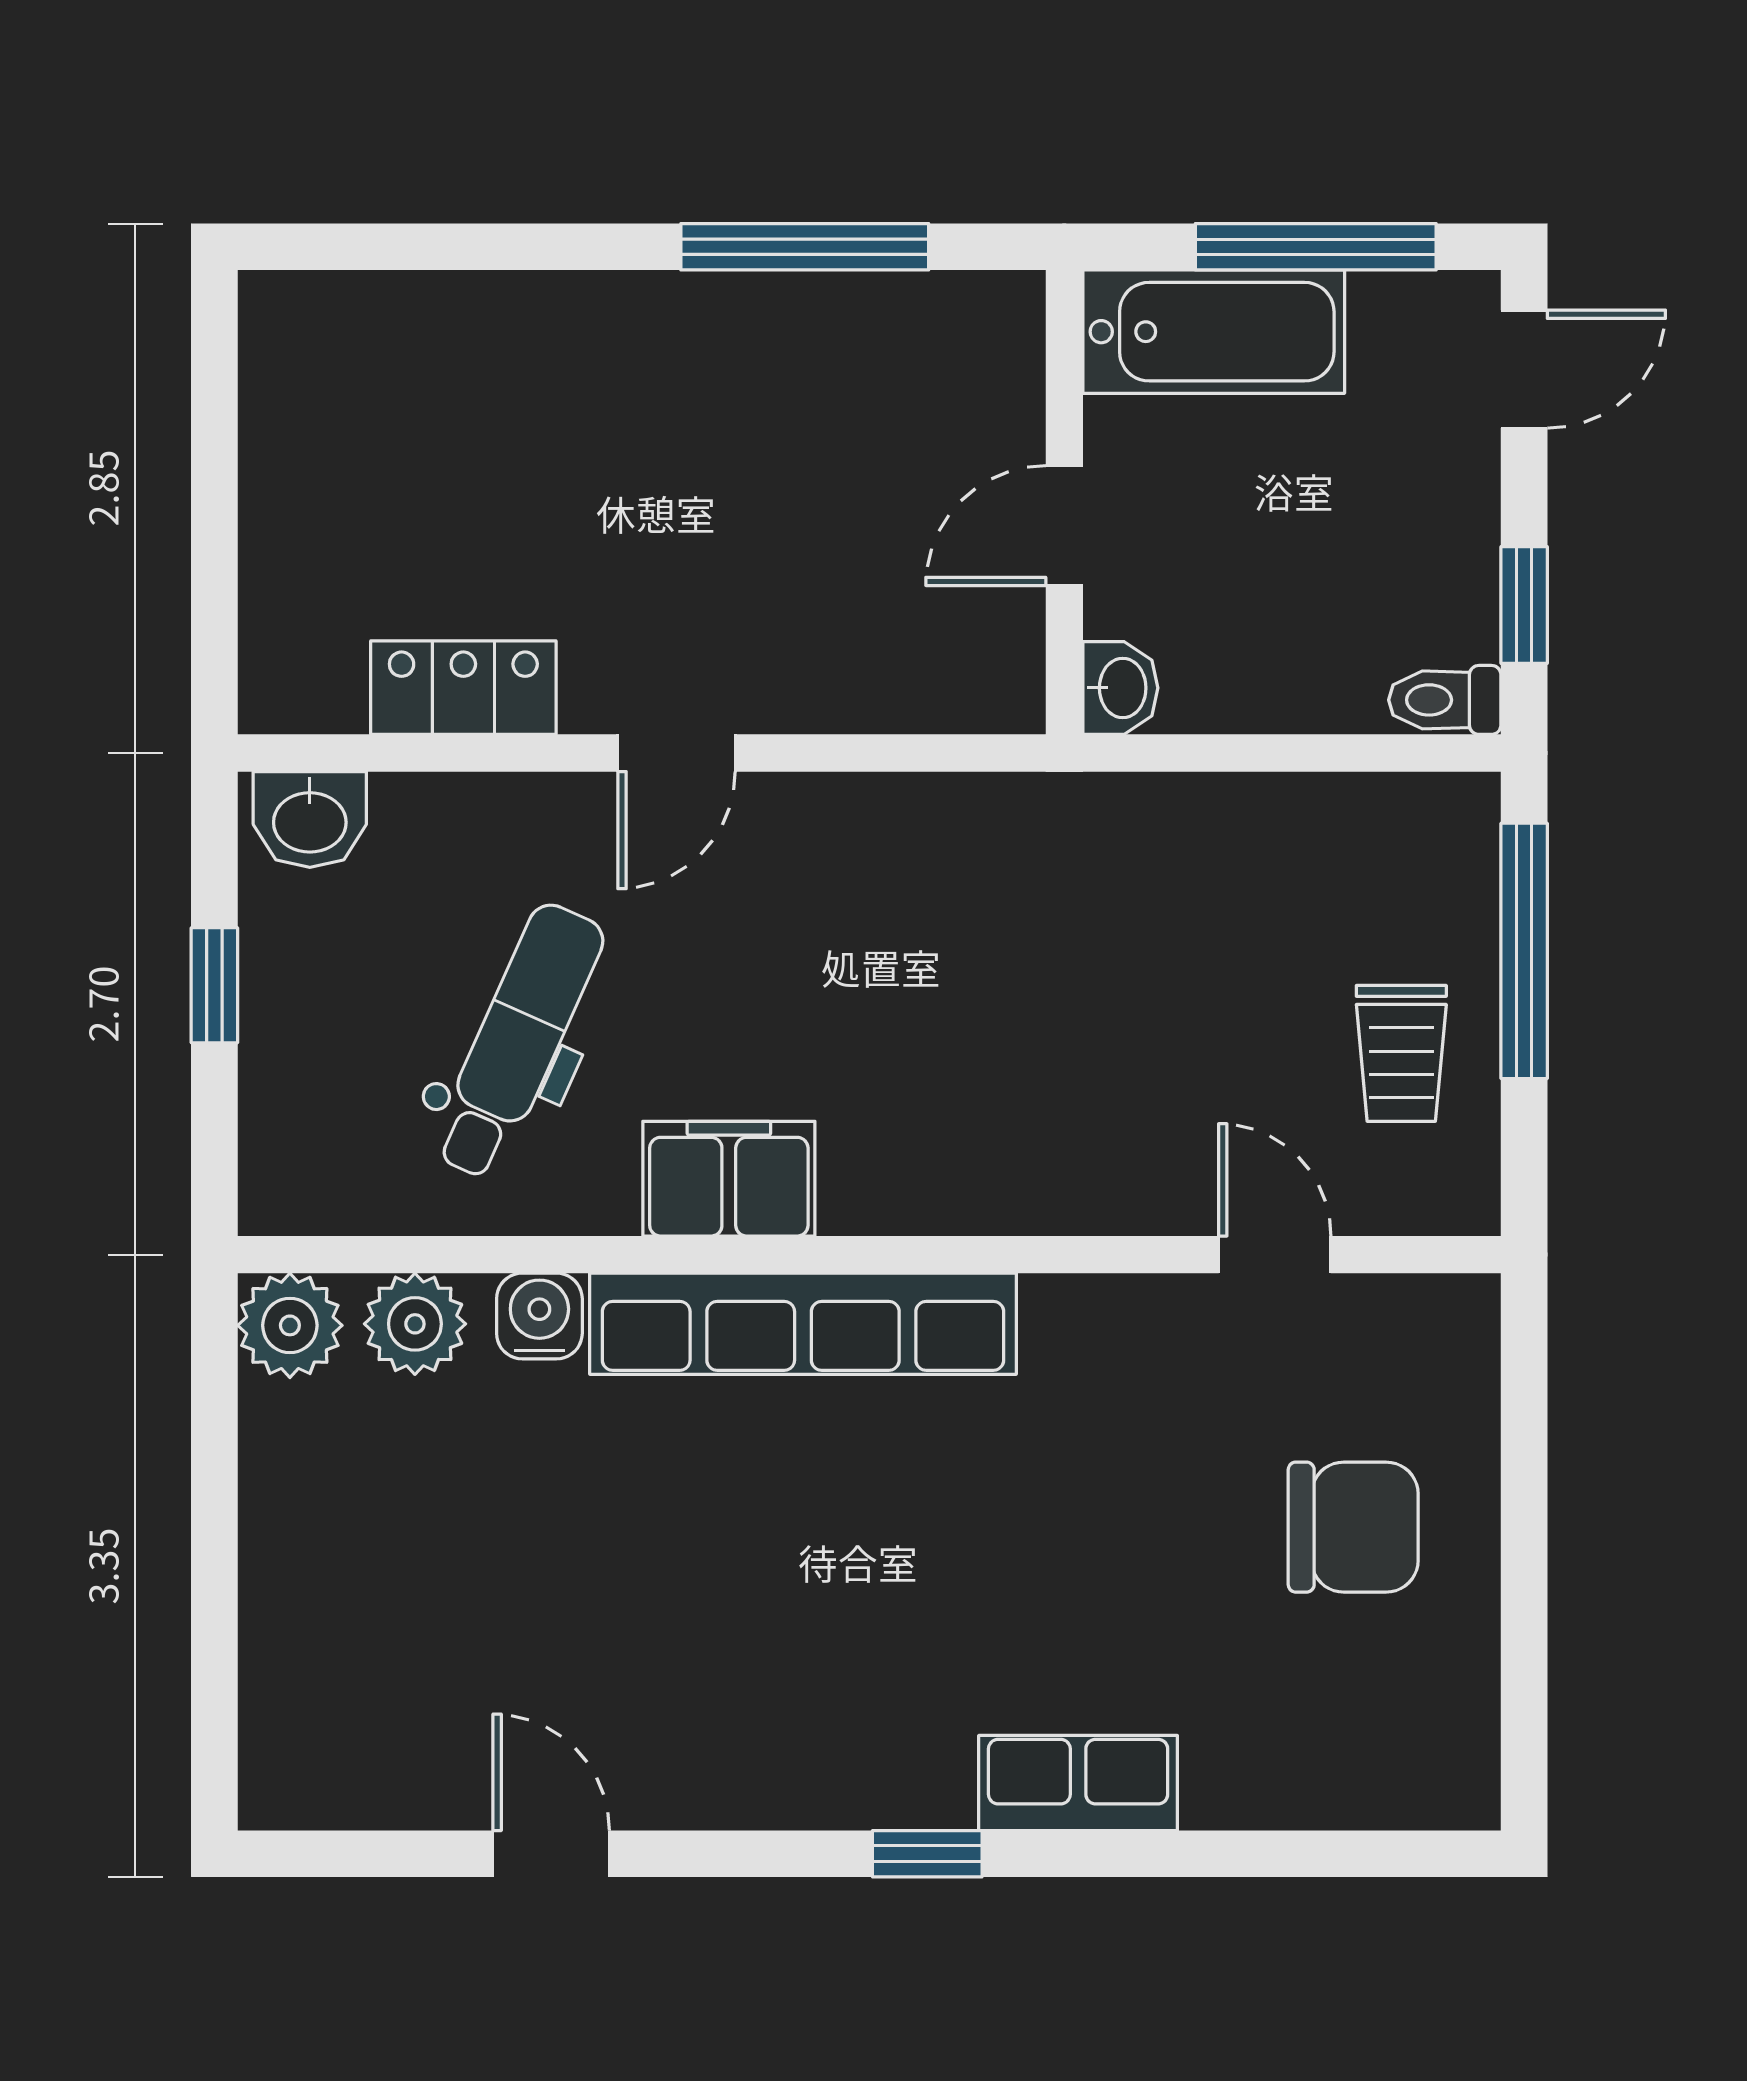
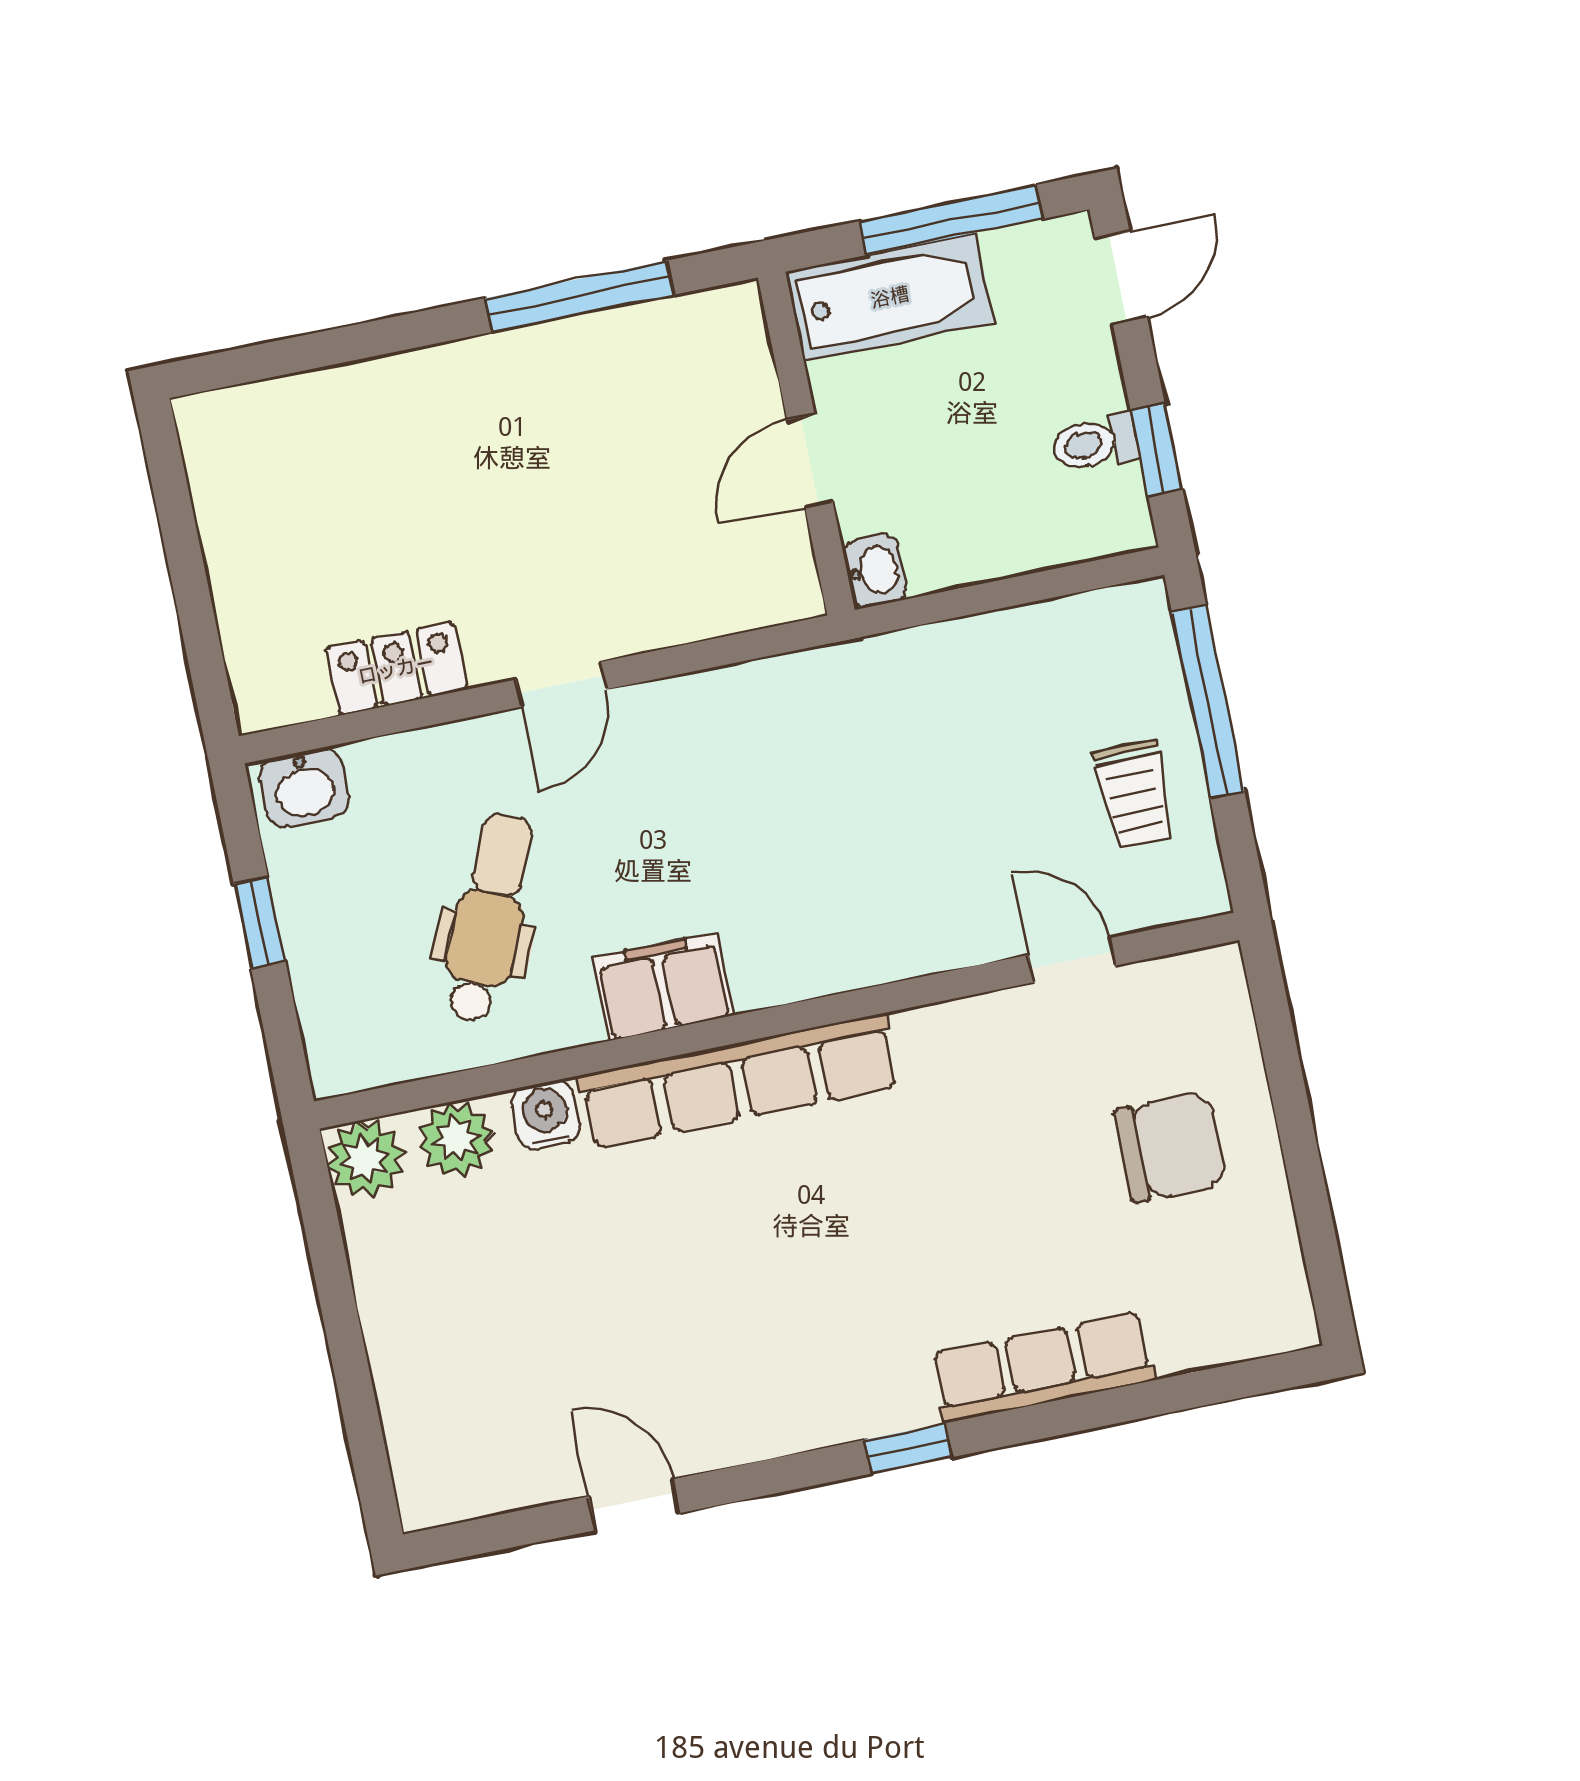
toilet: (1445, 700) -> (1095, 443), moved
row of seats: (1078, 1783) -> (1042, 1367), width x1.48

